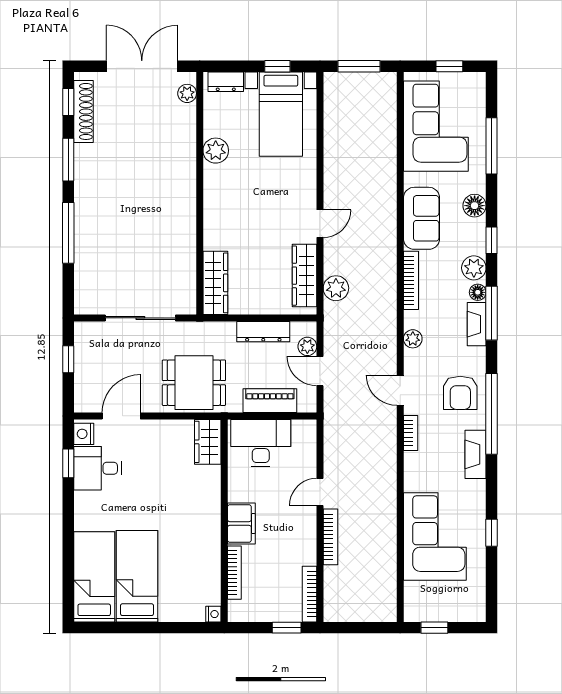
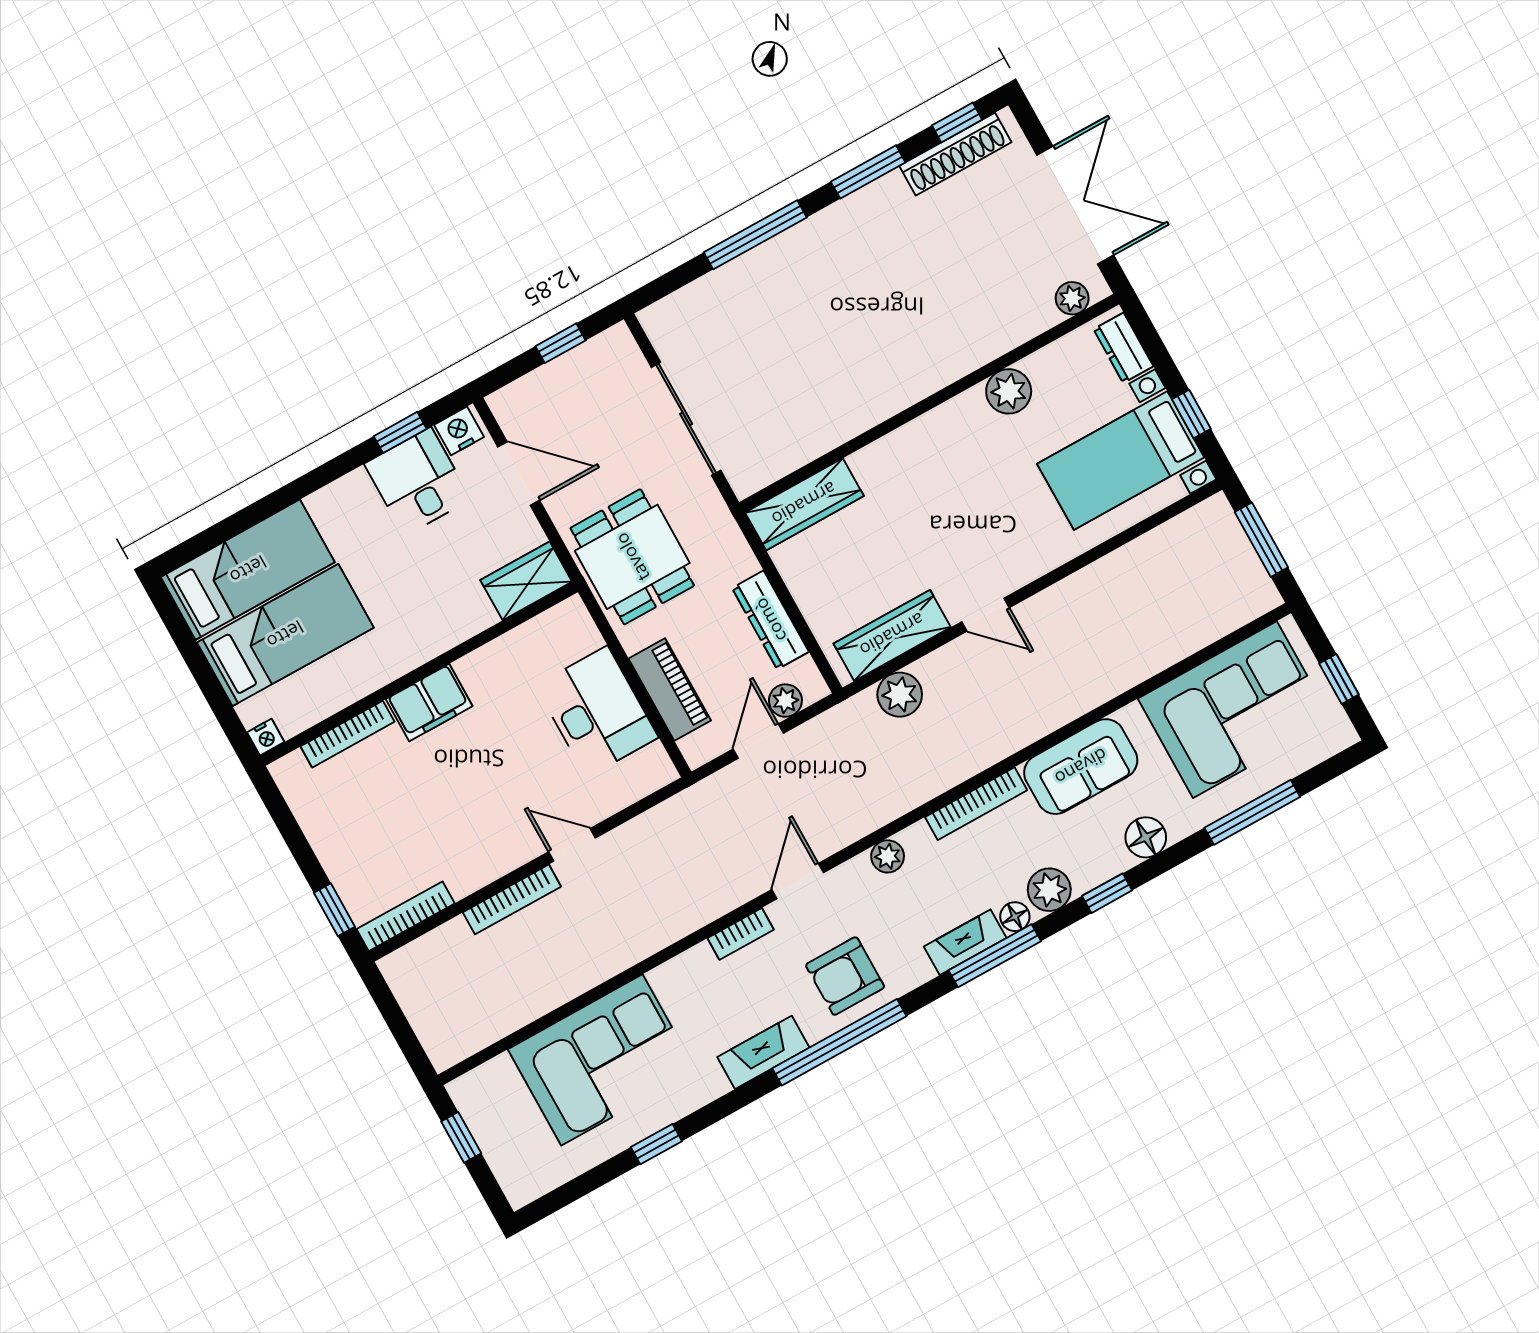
wardrobe: (208, 442) -> (526, 581), moved
wall: (224, 521) -> (419, 674), moved
filing cabinet: (241, 524) -> (429, 703), moved
bookcase: (234, 573) -> (348, 734), moved
nightstand: (213, 614) -> (266, 737), moved

